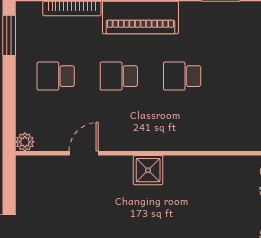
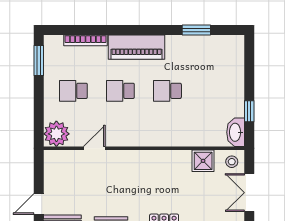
plant: (25, 142) -> (56, 134), width x1.88, depth x1.88
shower: (148, 170) -> (203, 161), moved

